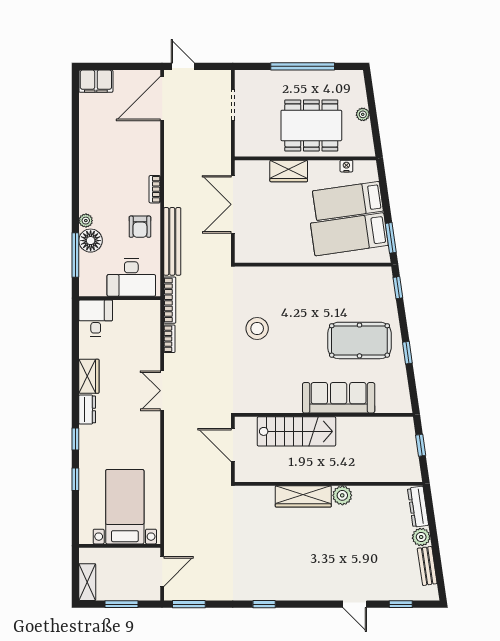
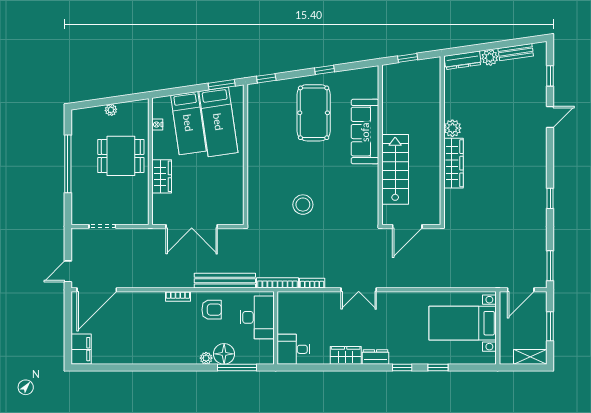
door: (162, 99) -> (97, 290), hinge flipped
dining table: (311, 125) -> (121, 156), width x0.73
door: (162, 571) -> (521, 290), swing flipped

